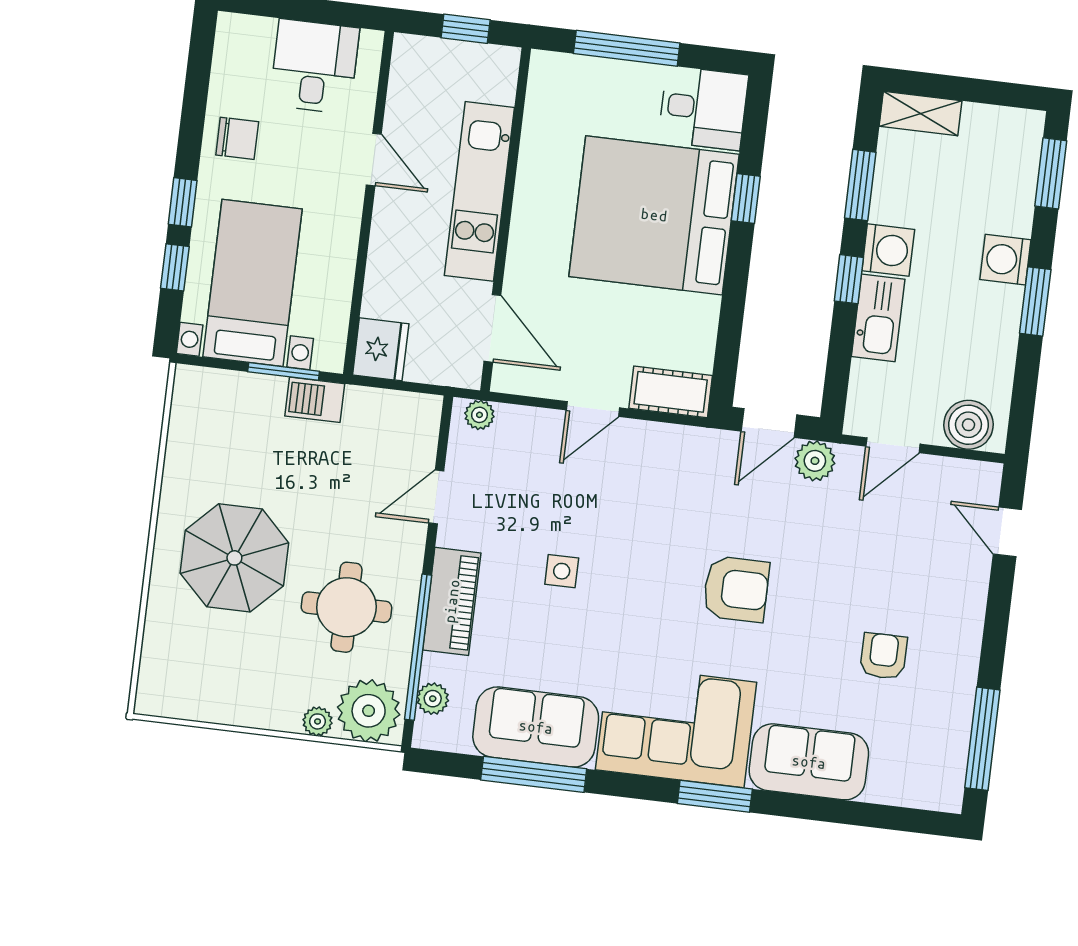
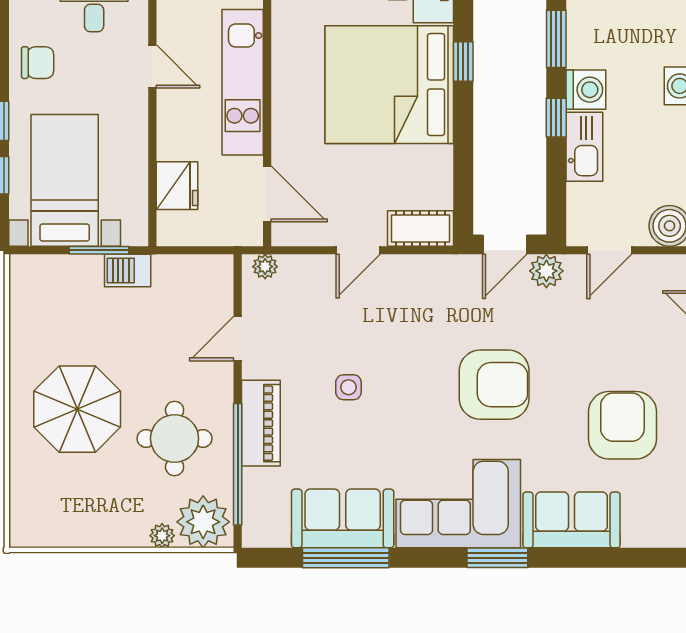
fridge: (381, 349) -> (177, 186), moved
armchair: (736, 589) -> (494, 385), width x1.36, depth x1.36
armchair: (883, 656) -> (622, 425), width x1.88, depth x1.88
plant: (433, 699) -> (255, 505), removed

